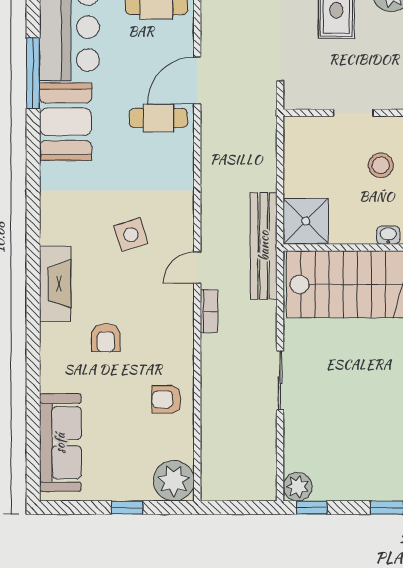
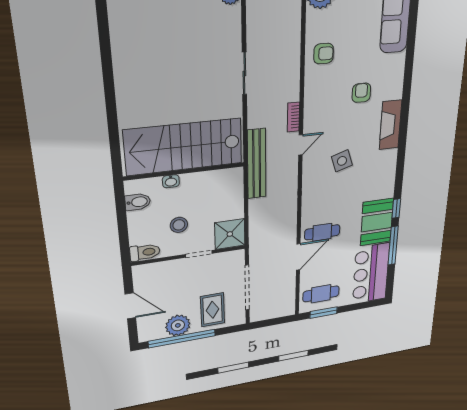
window: (33, 141) -> (396, 208), added
shower: (306, 221) -> (230, 234), moved

